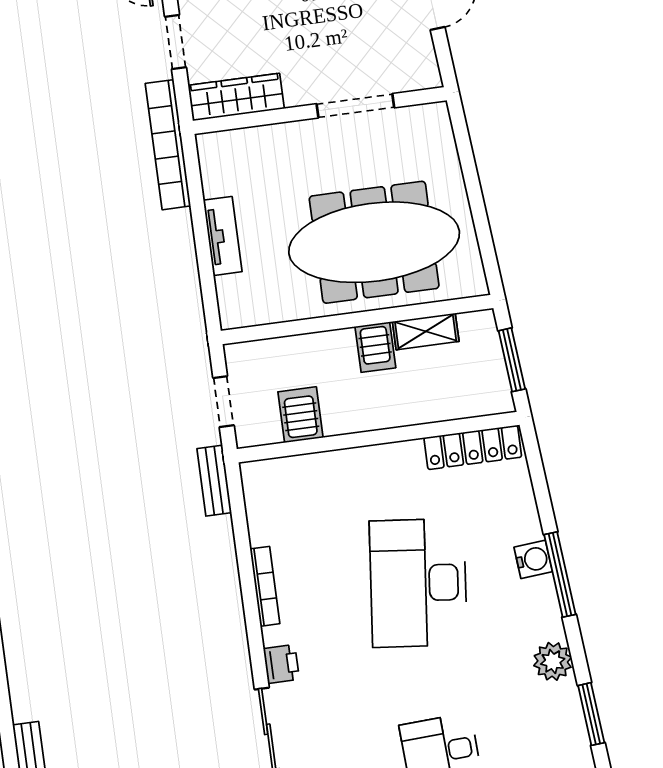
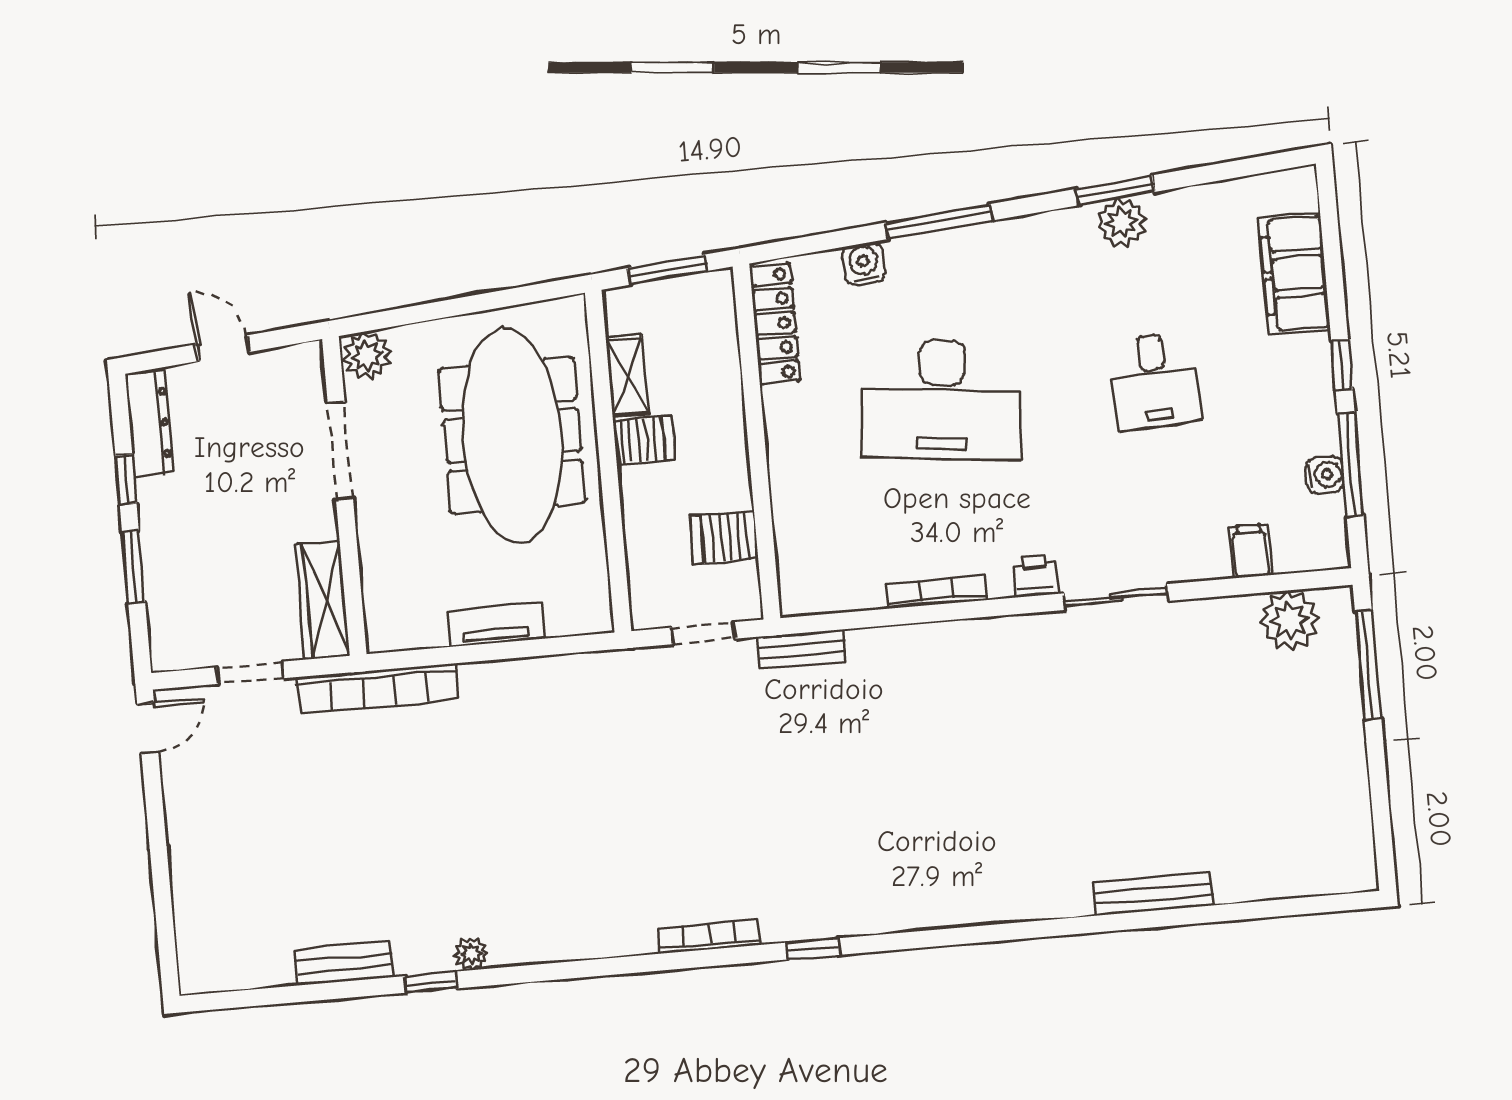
plant: (433, 124) -> (367, 355), added
water cooler: (533, 559) -> (864, 264), moved
plant: (553, 661) -> (1122, 222), moved

